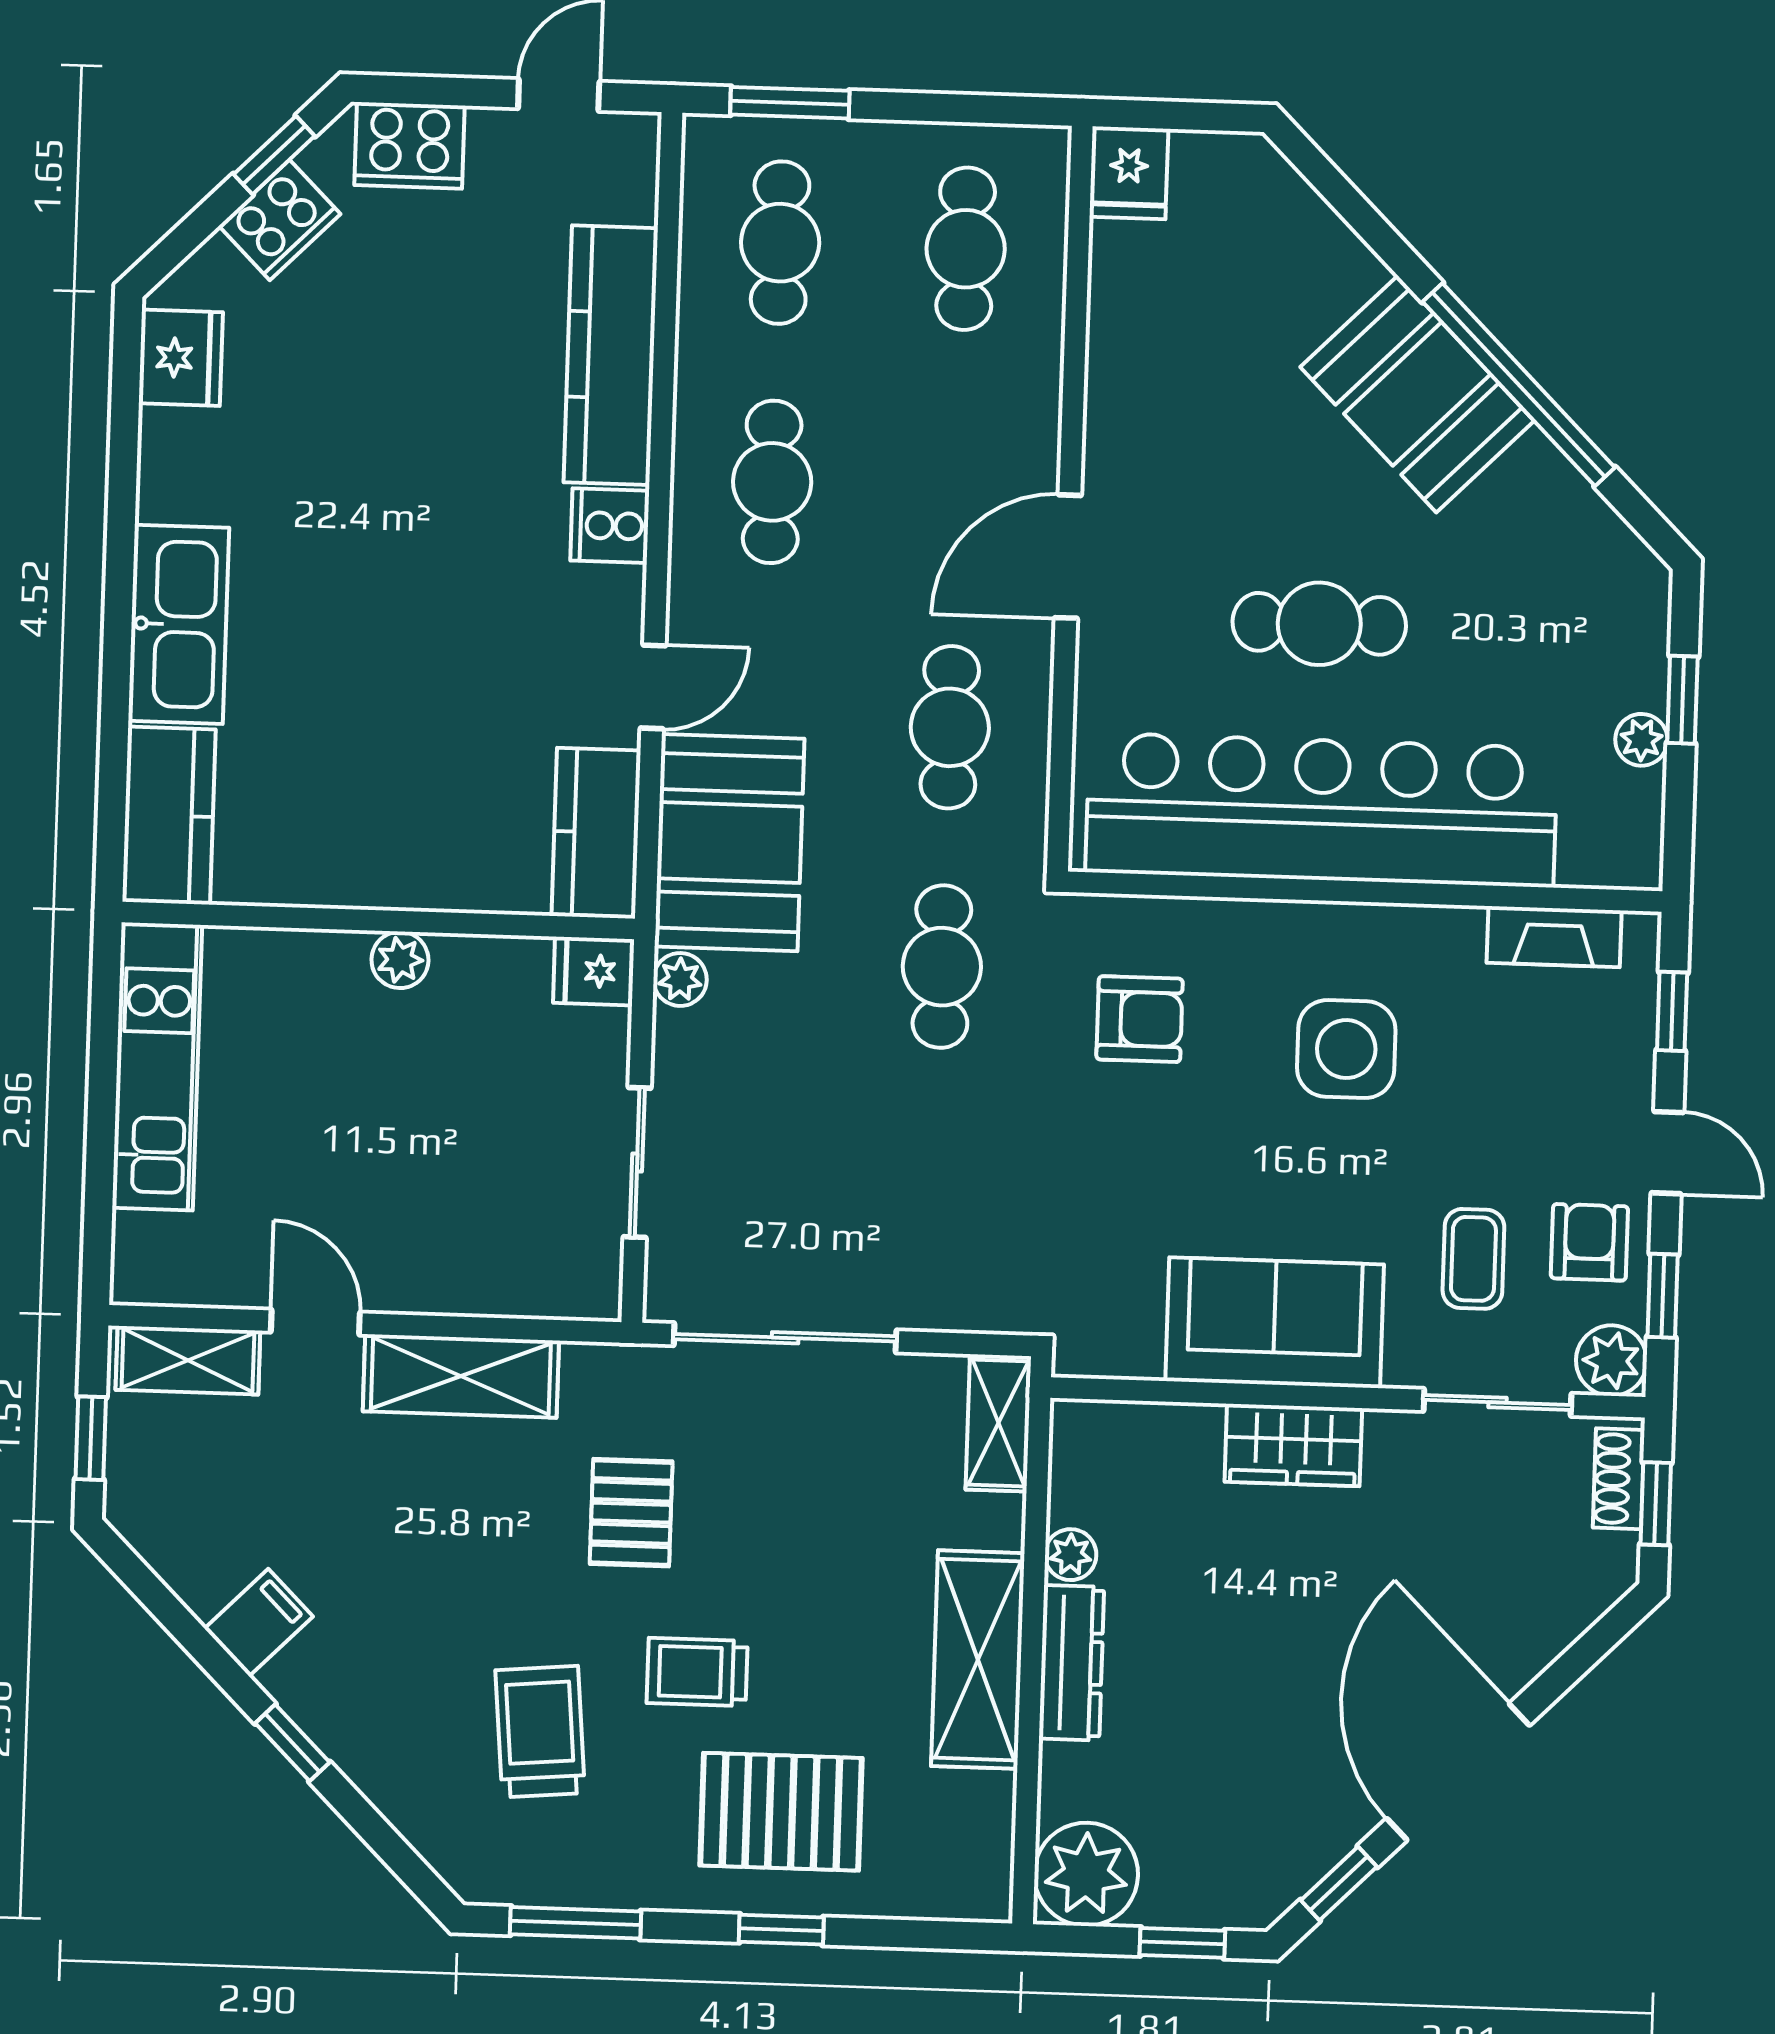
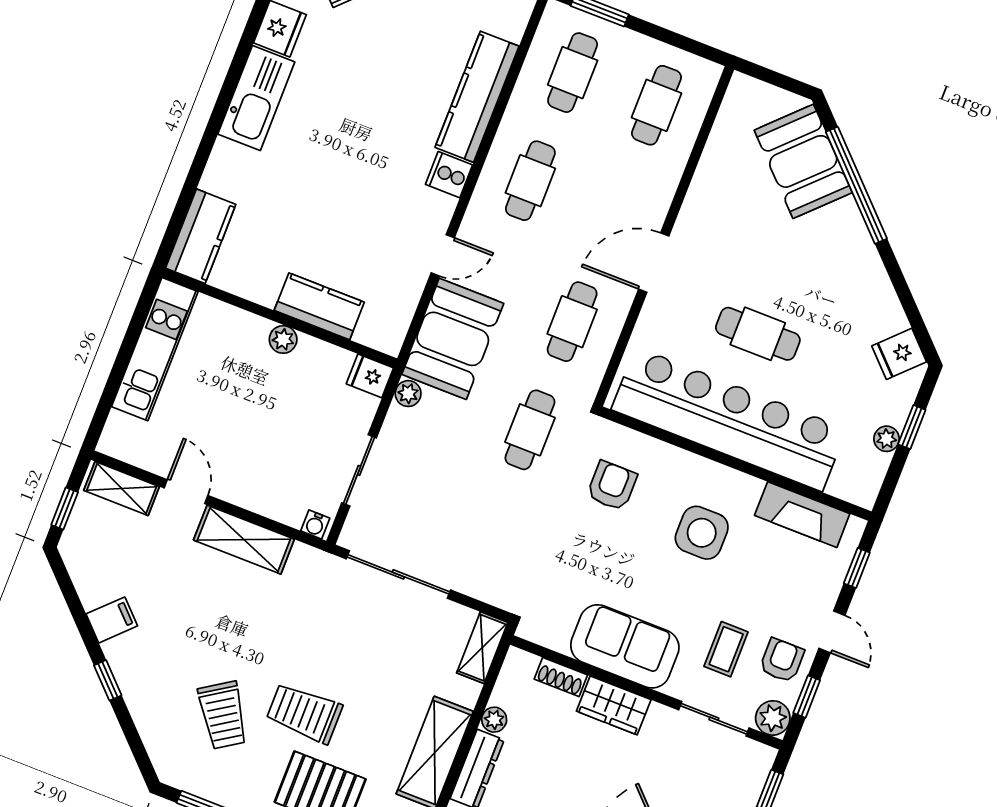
fridge: (1129, 173) -> (899, 354), moved, turned 45
window: (1519, 385) -> (856, 185), moved
booth: (1417, 394) -> (803, 161), moved
kitchen sink: (179, 624) -> (256, 98), moved
kitchen counter: (596, 832) -> (319, 306), moved, turned 90
fireplace: (1554, 937) -> (802, 515), width x1.37, depth x1.32
armchair: (1140, 1019) -> (612, 486), turned -90
water cooler: (589, 1298) -> (315, 524), added
shoe rack: (1619, 1479) -> (561, 677), moved, turned -90
pallet: (631, 1513) -> (300, 630), removed
trolley: (697, 1672) -> (304, 713), width x1.36, depth x1.39
trolley: (540, 1732) -> (223, 715), turned 152

